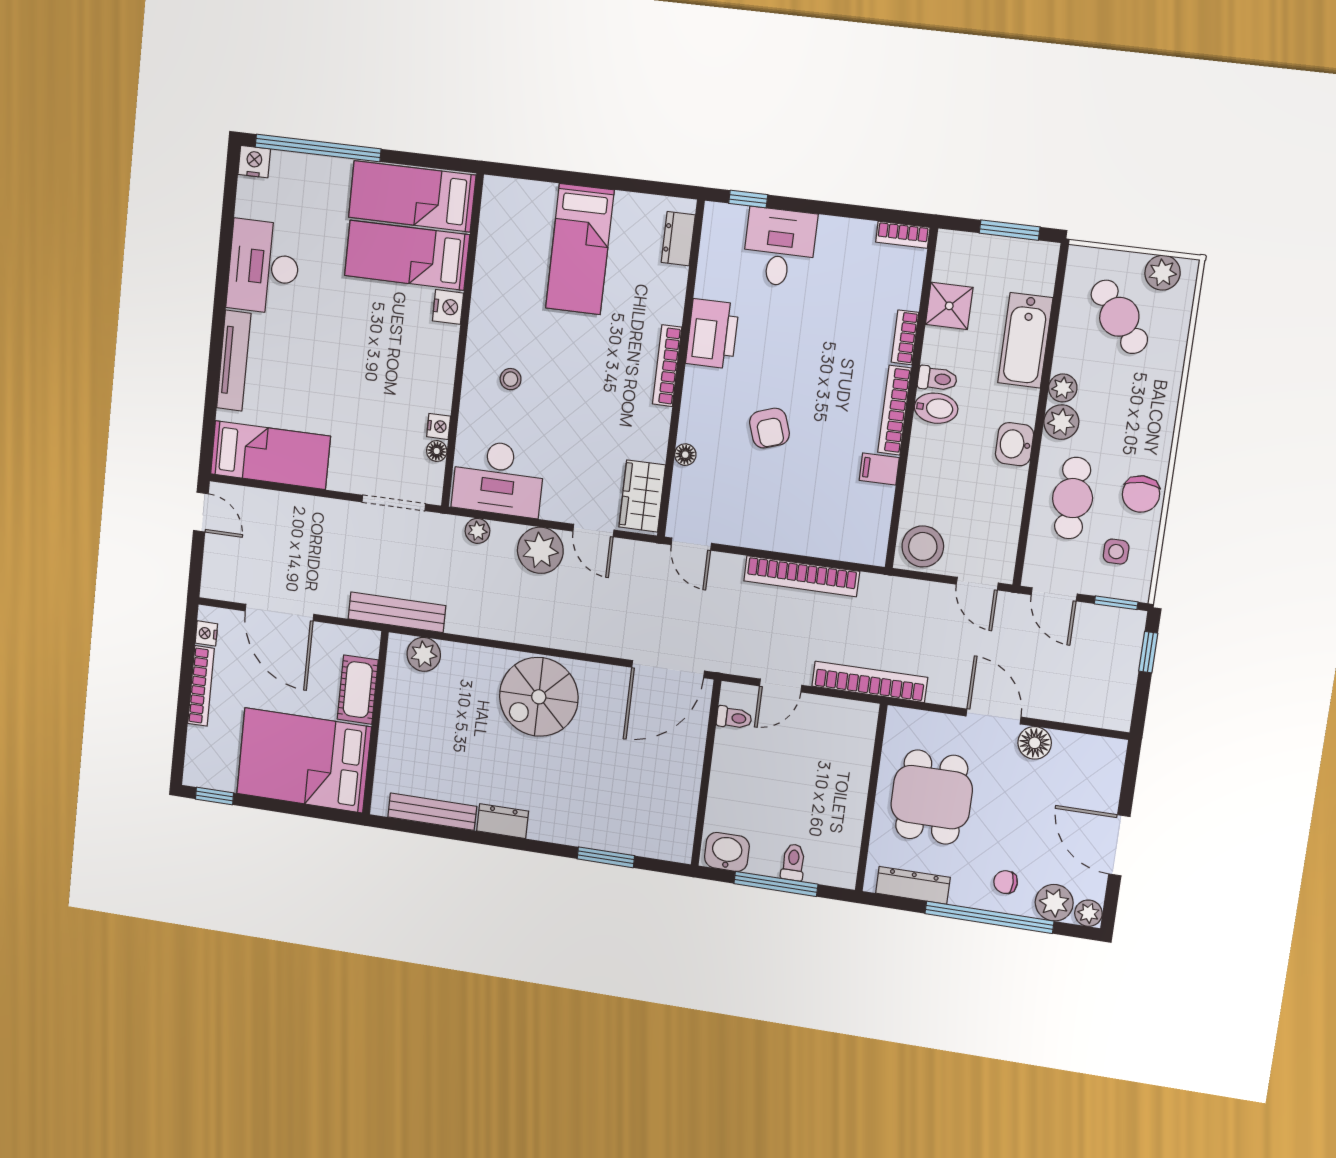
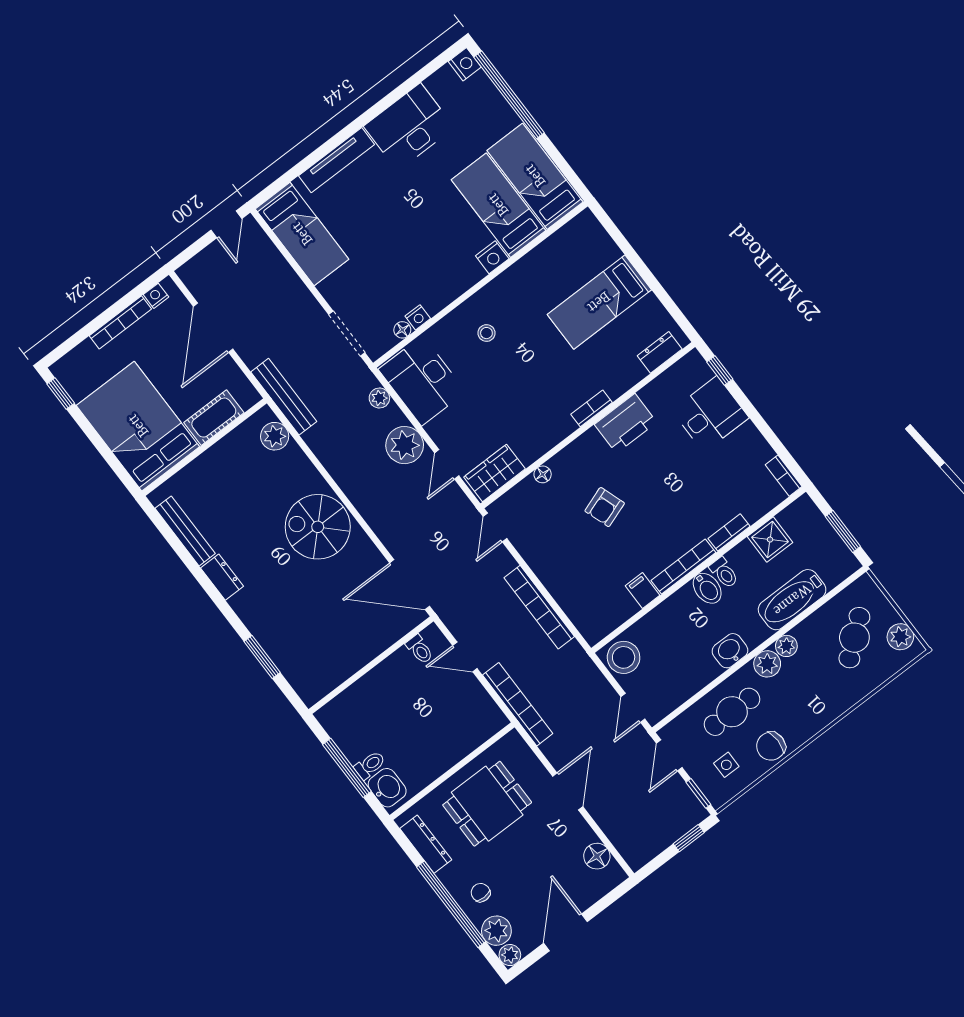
bookcase: (667, 366) -> (592, 408), width x0.64
floor lamp: (1035, 743) -> (597, 856), moved
washbasin: (727, 852) -> (387, 788), moved

